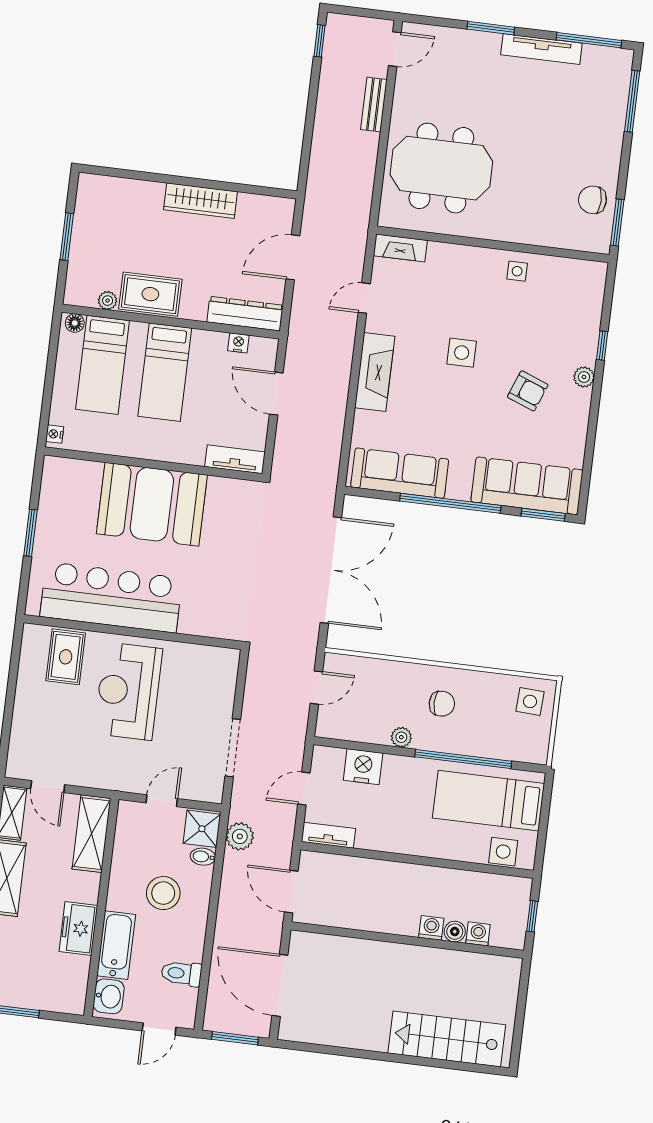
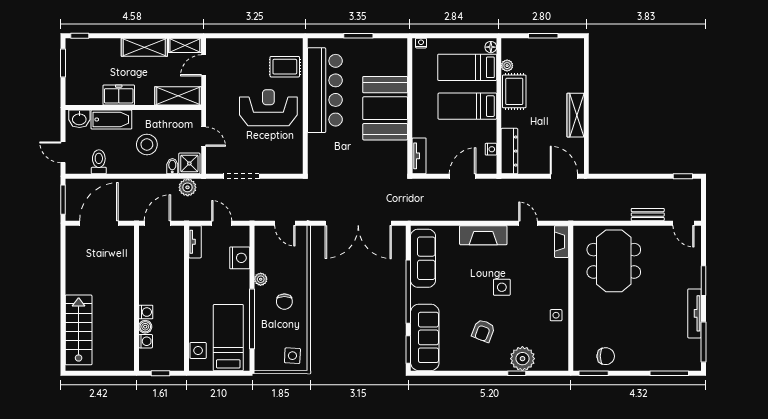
chair: (592, 200) -> (606, 356), turned 90
door: (293, 257) -> (564, 176), moved
plant: (584, 377) -> (522, 359), moved, width x1.88, depth x1.88

